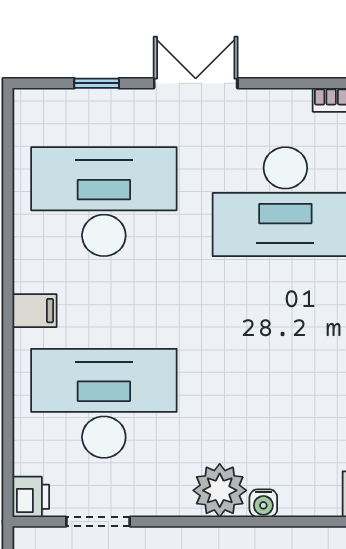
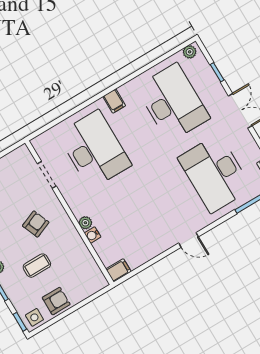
plant: (27, 112) -> (190, 52), added
plant: (220, 490) -> (85, 223), width x0.53, depth x0.53
printer: (31, 497) -> (41, 143), removed

